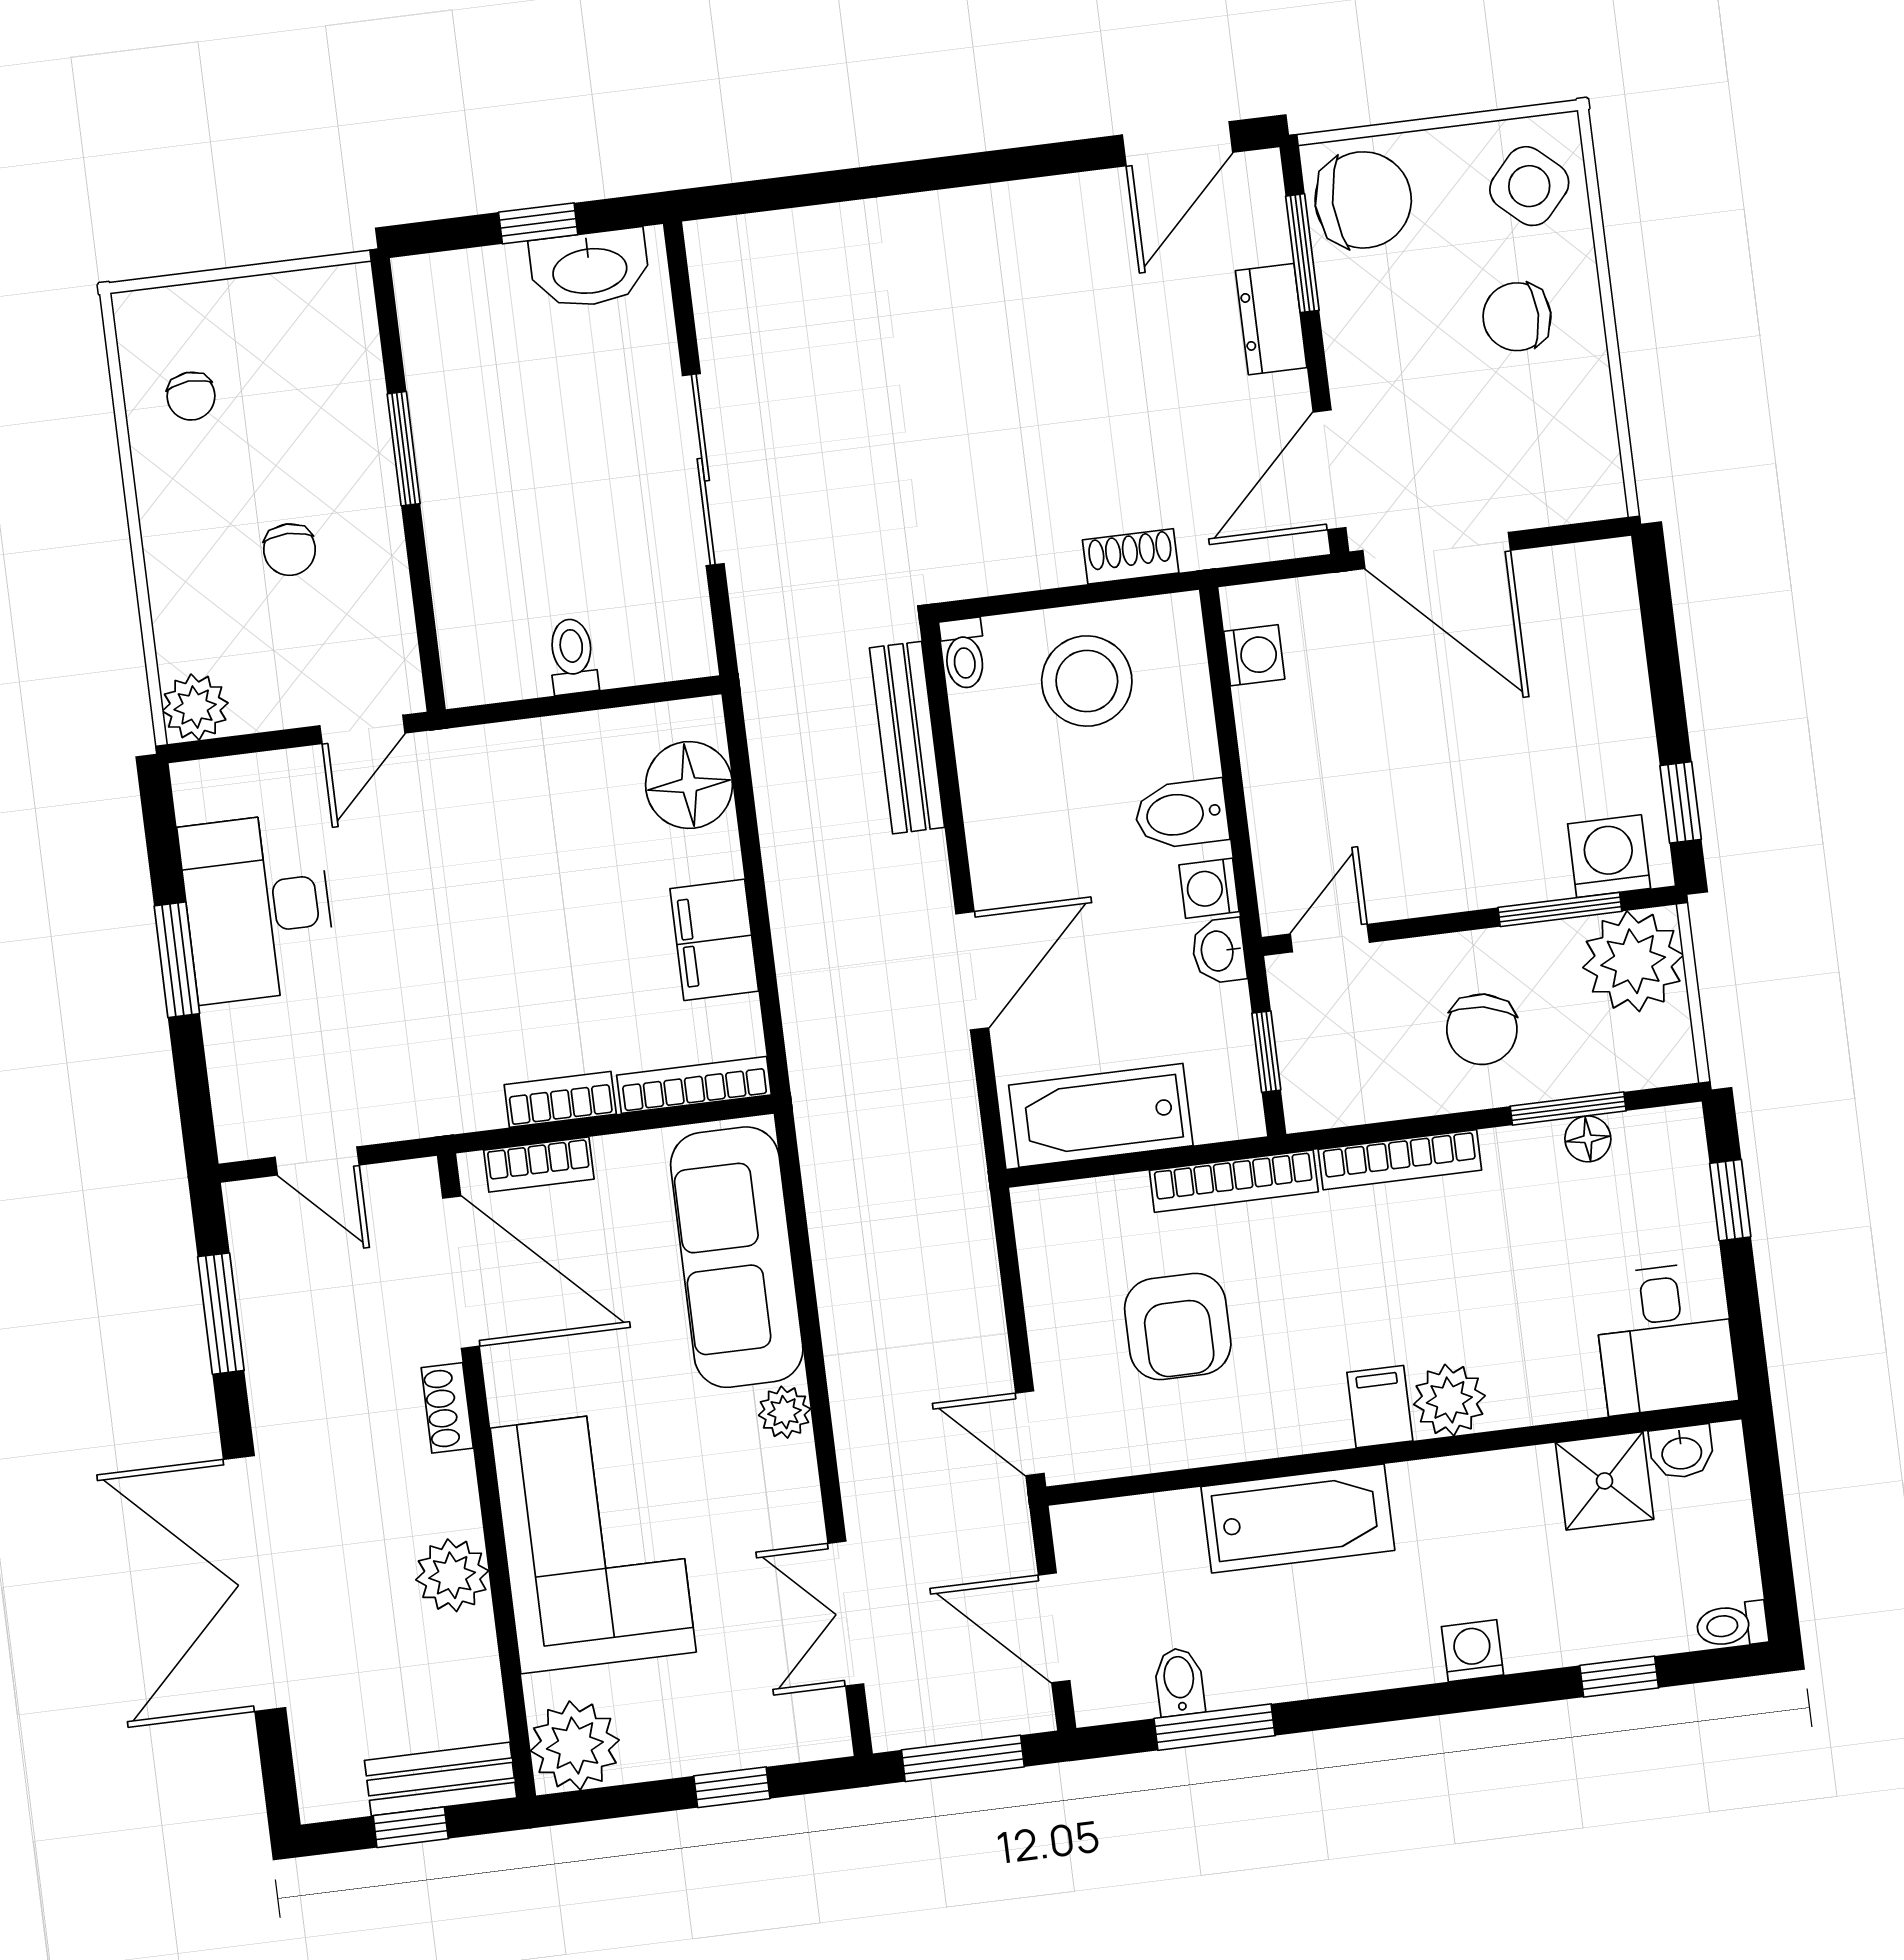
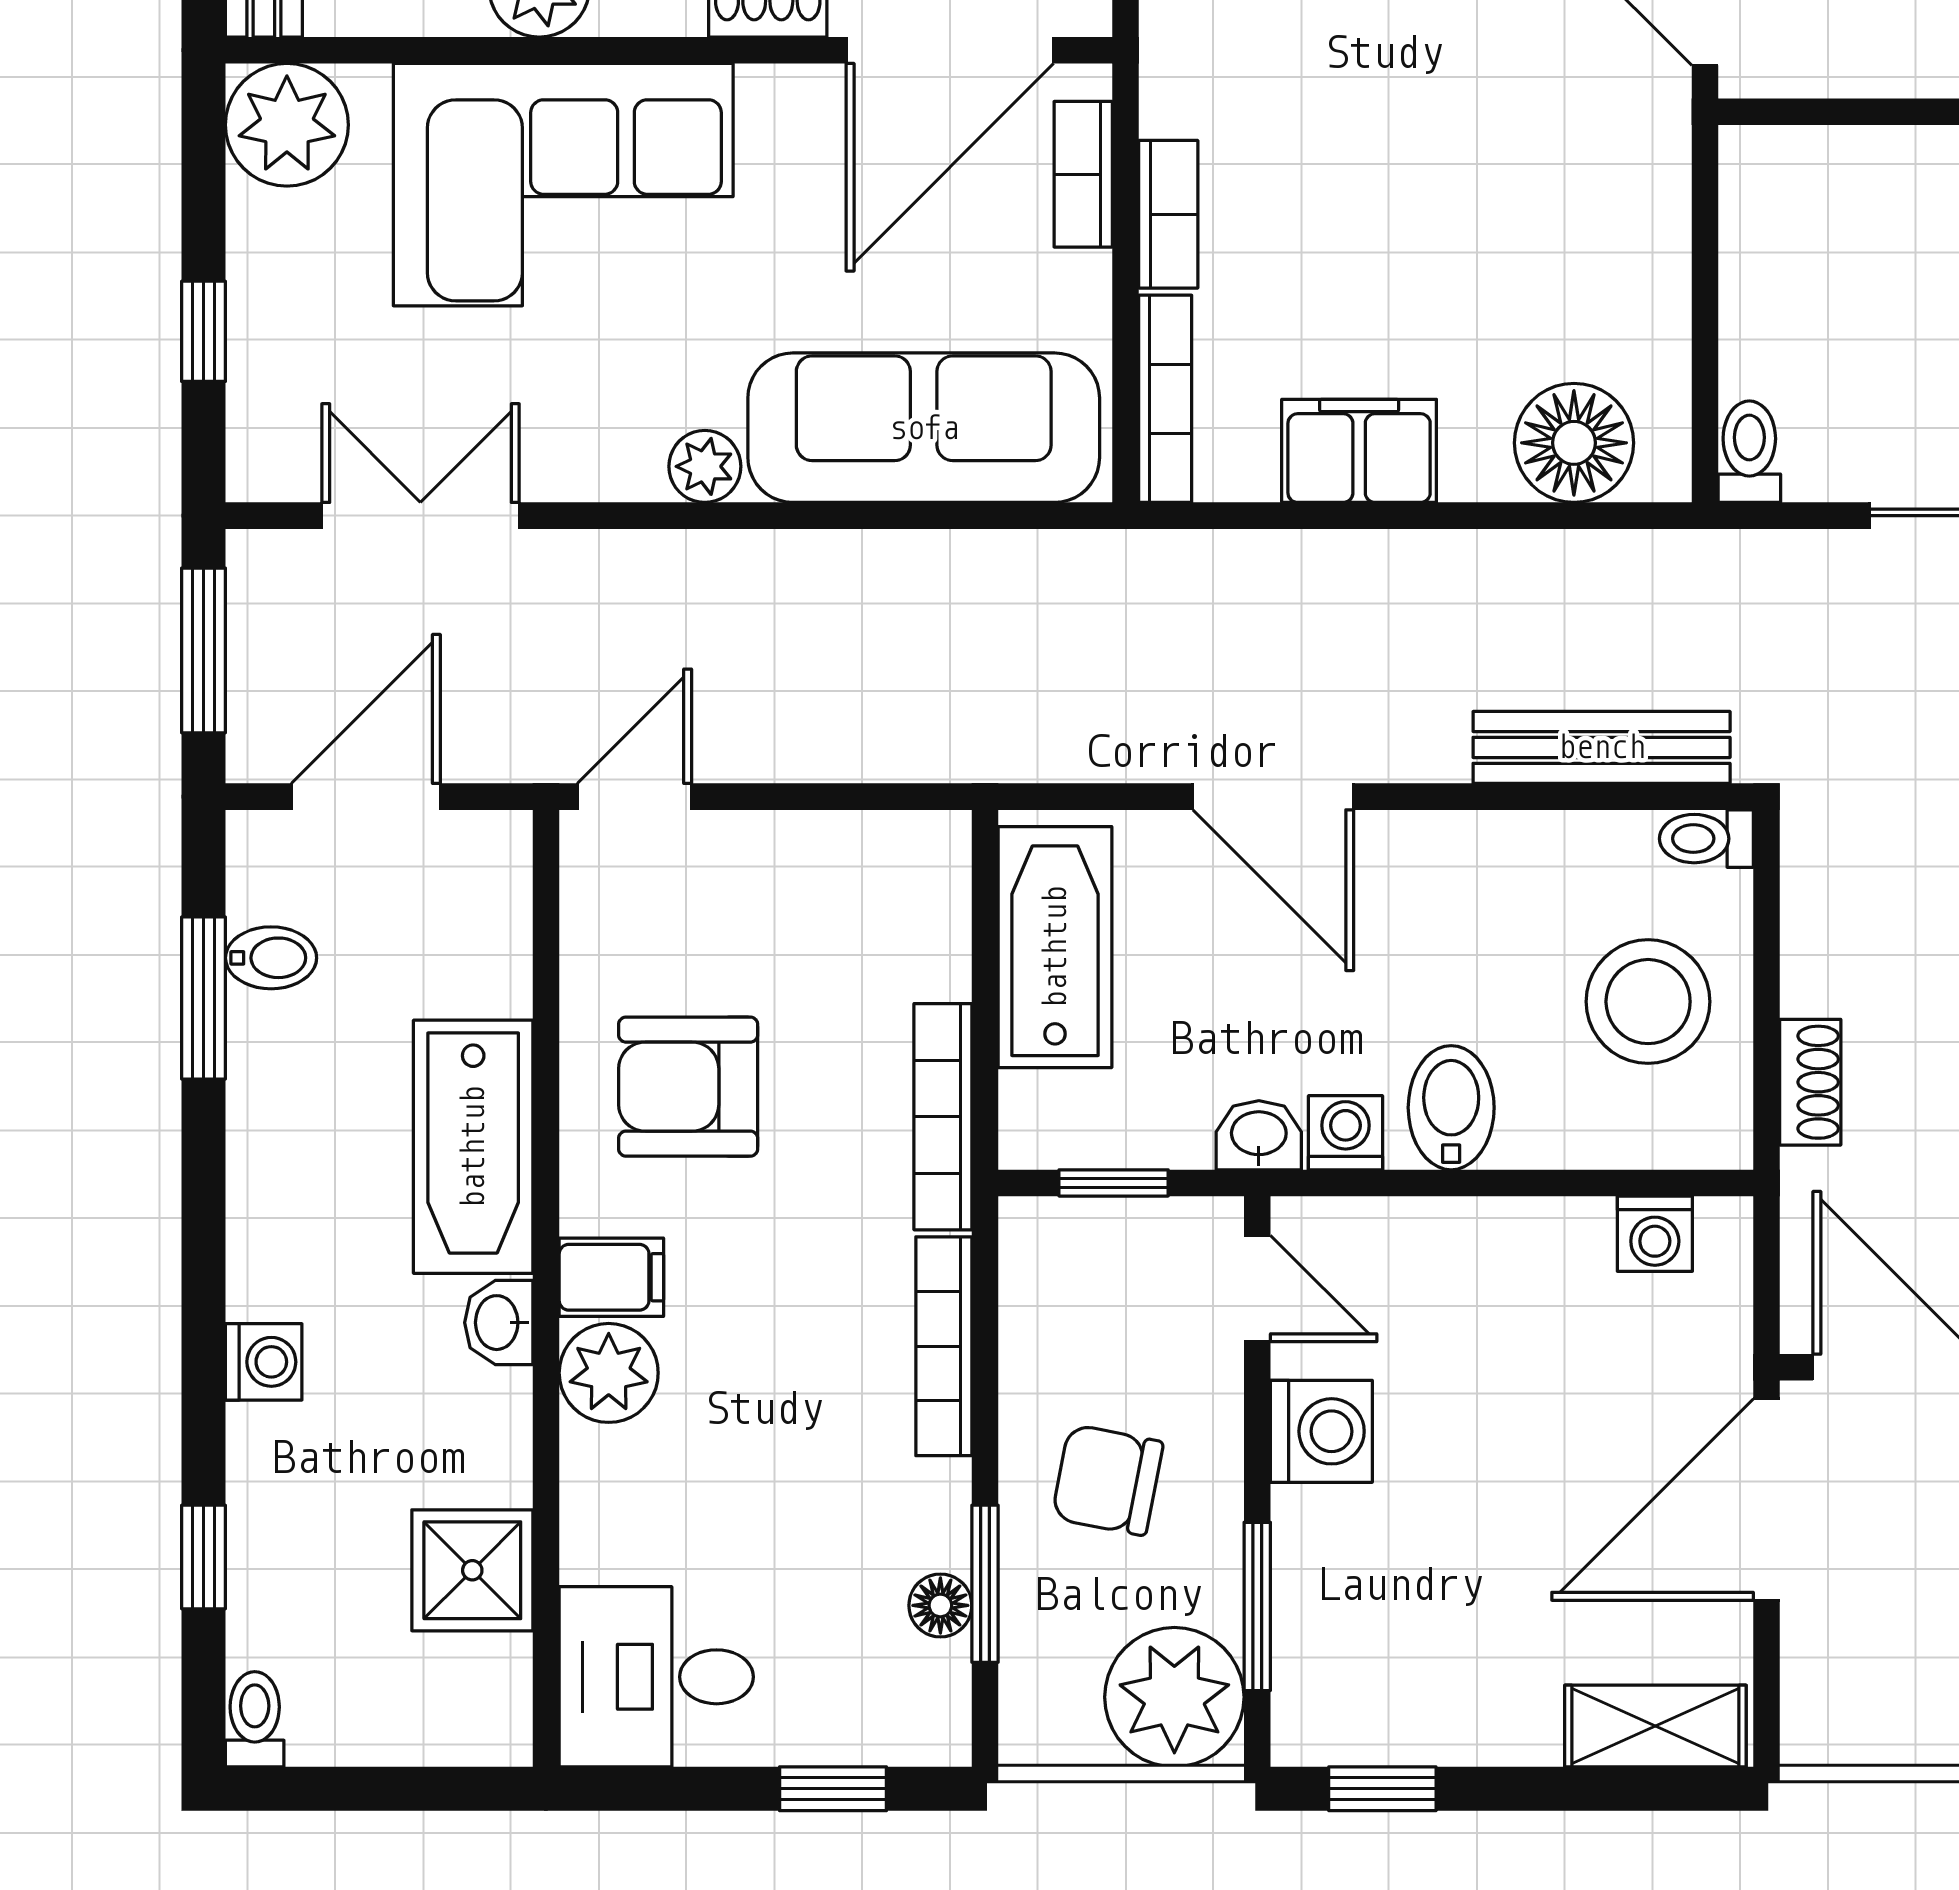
shelving: (1611, 610) -> (1655, 1726), added
toilet: (573, 656) -> (1749, 452), moved, turned -90
washing machine: (1609, 856) -> (1321, 1431), moved
armchair: (1178, 1326) -> (688, 1087), moved
washbasin: (1682, 1452) -> (499, 1323), moved

